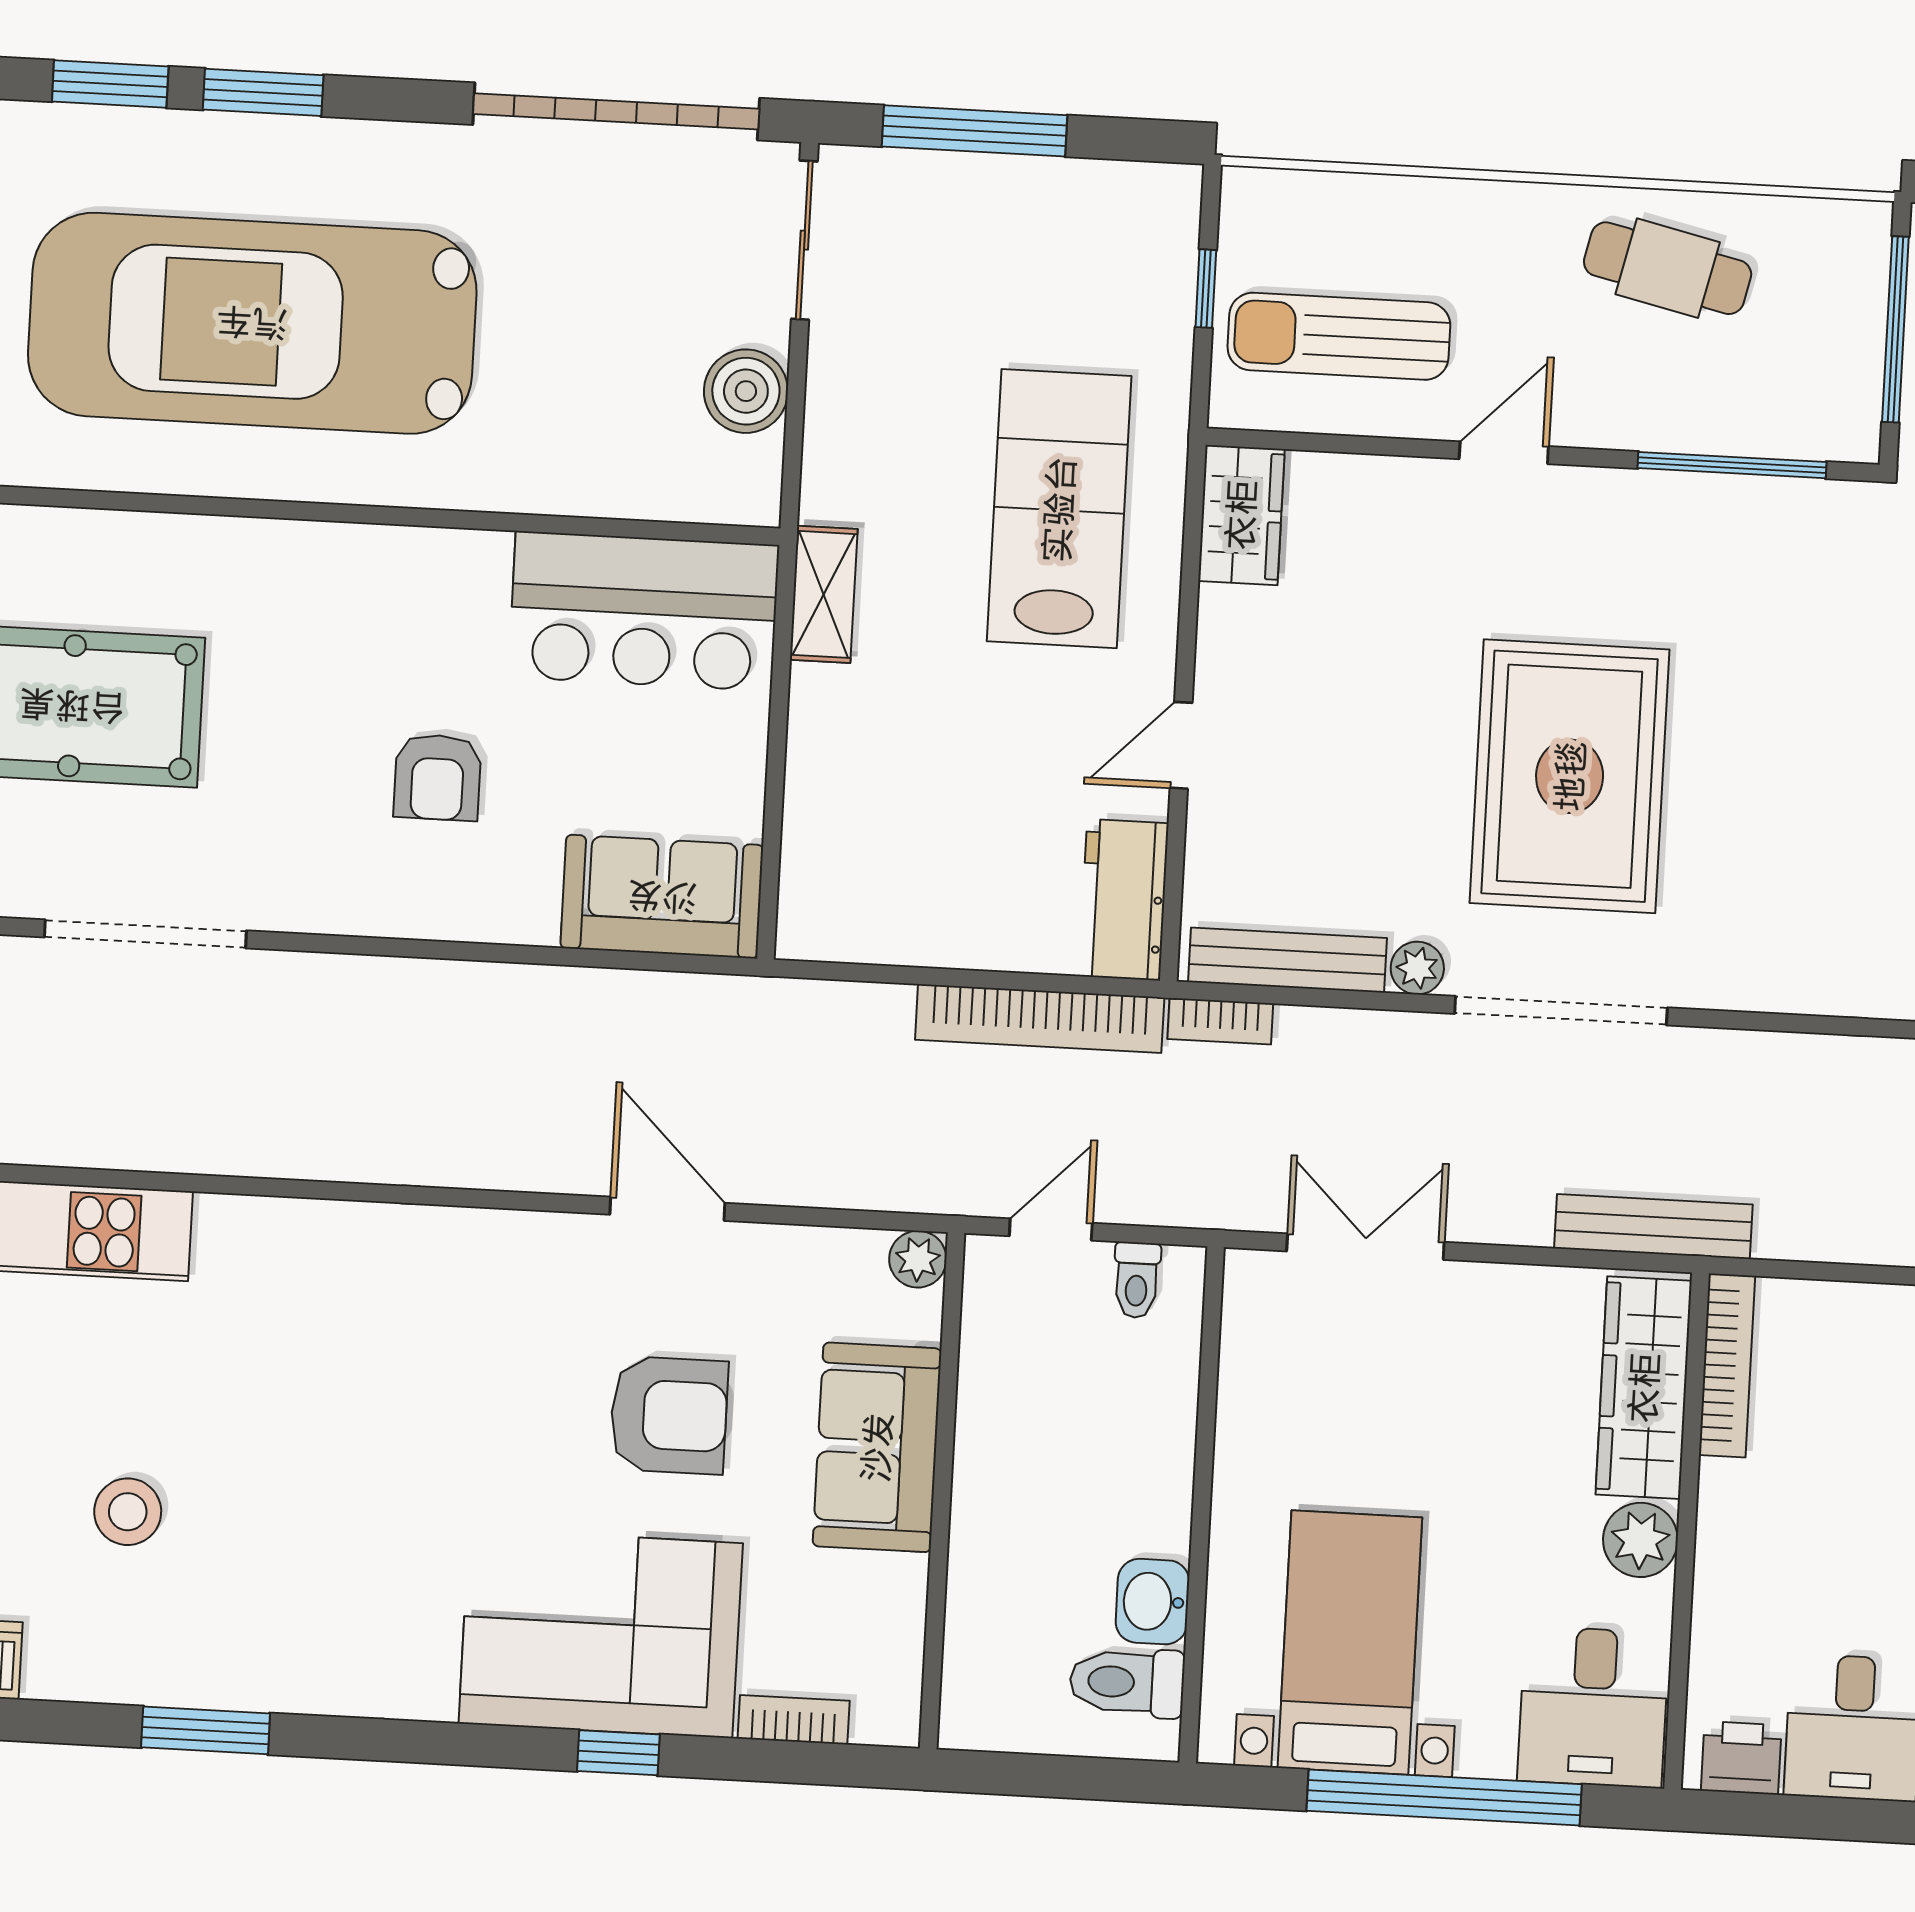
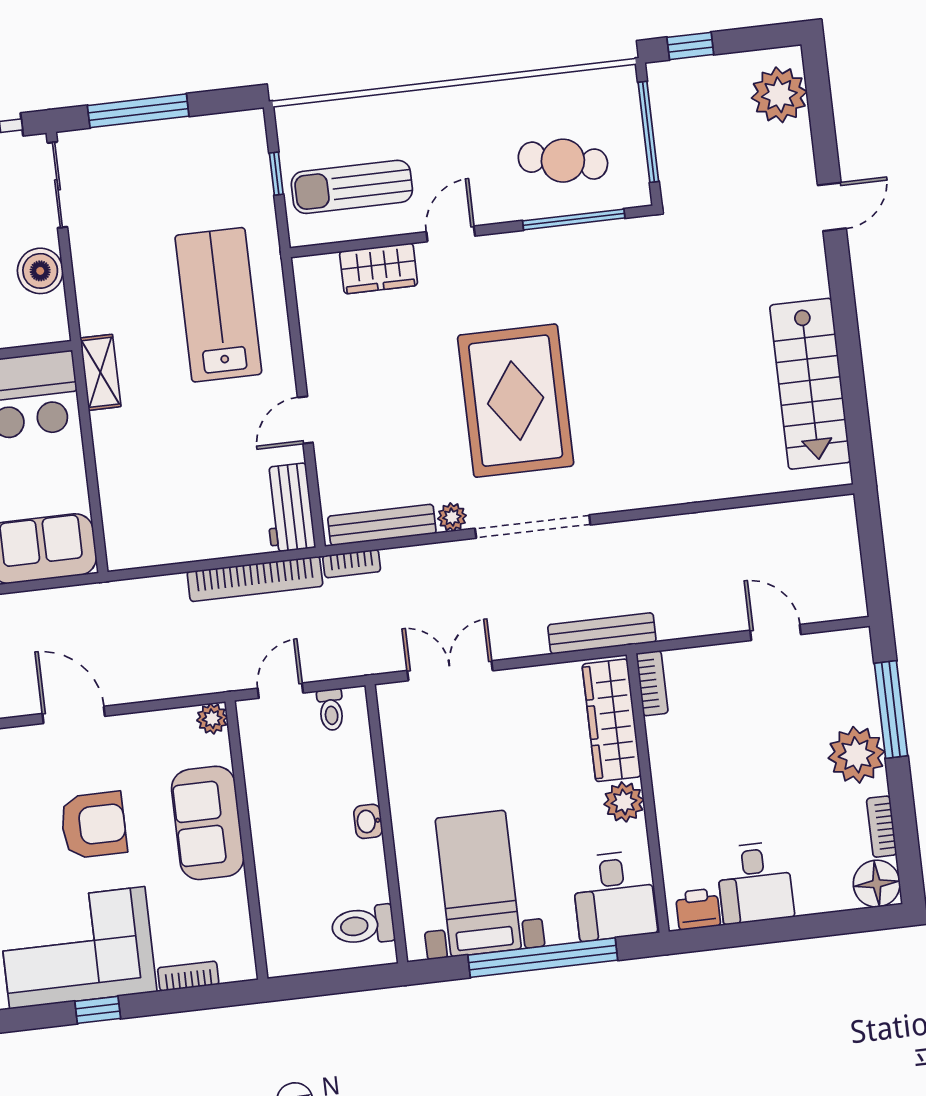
cafe table: (1668, 268) -> (563, 161), moved
wardrobe: (1241, 515) -> (379, 268), moved, turned 90
bookcase: (1727, 1366) -> (652, 683), width x0.64
washbasin: (1152, 1602) -> (368, 821), moved, width x0.72, depth x0.69

